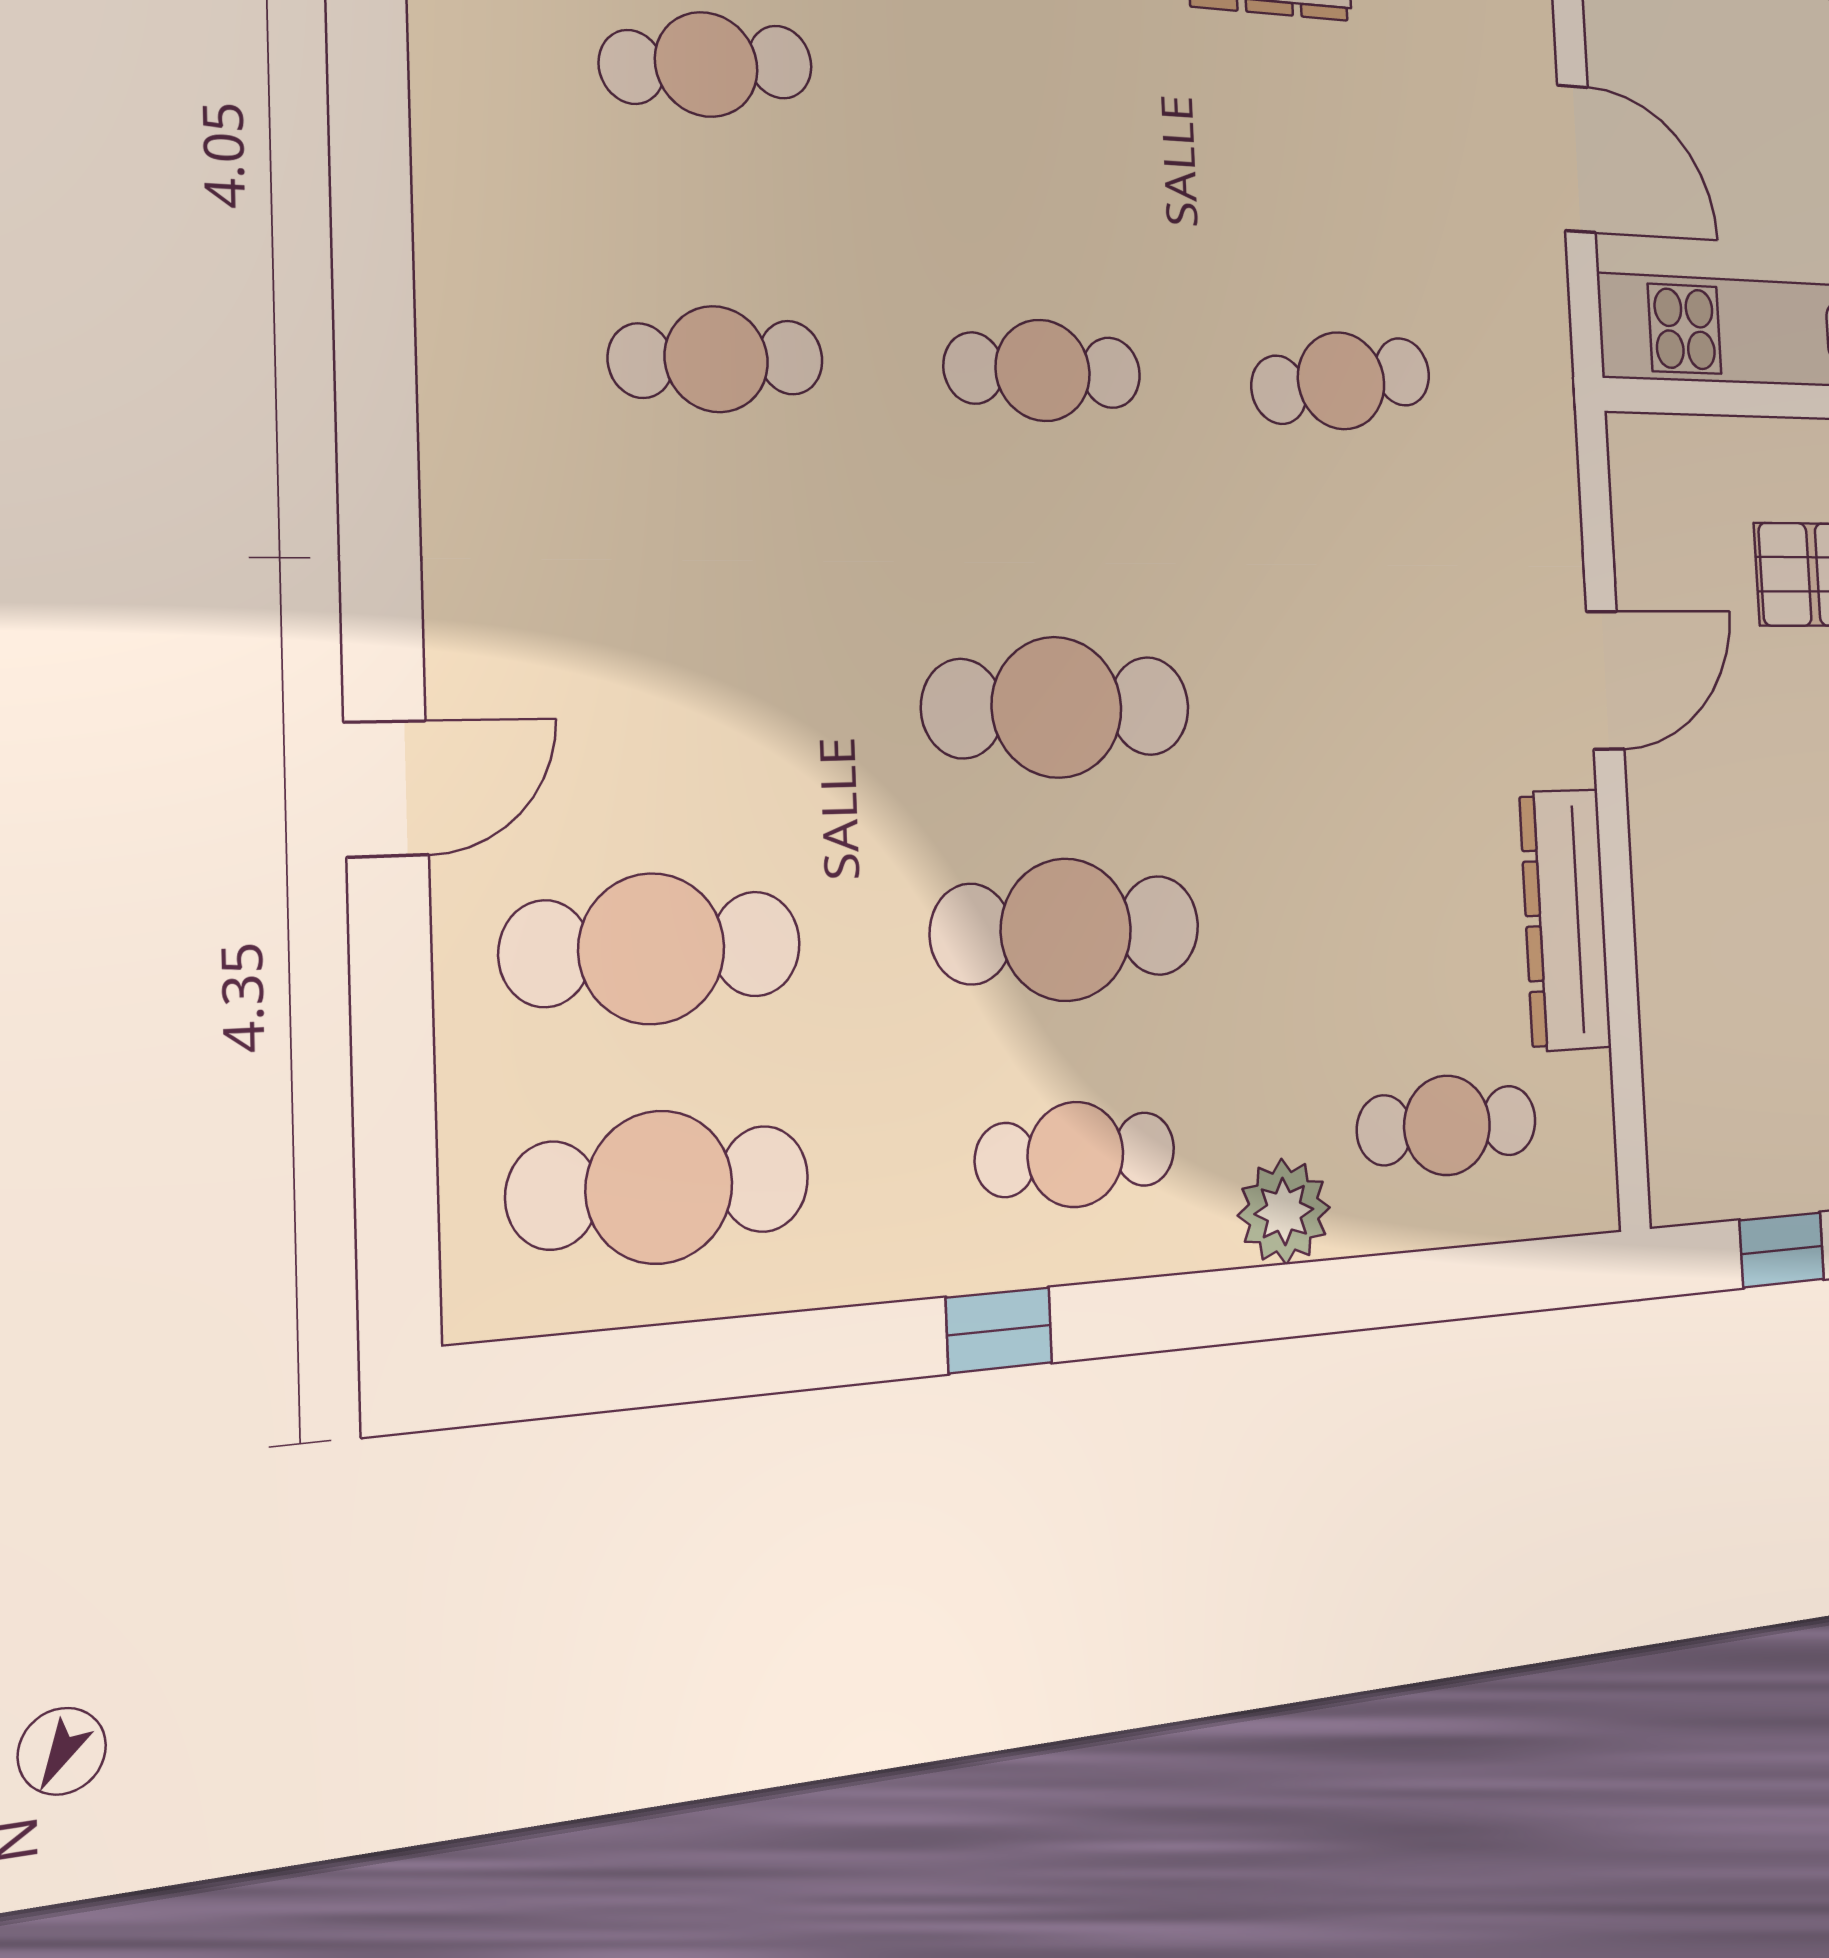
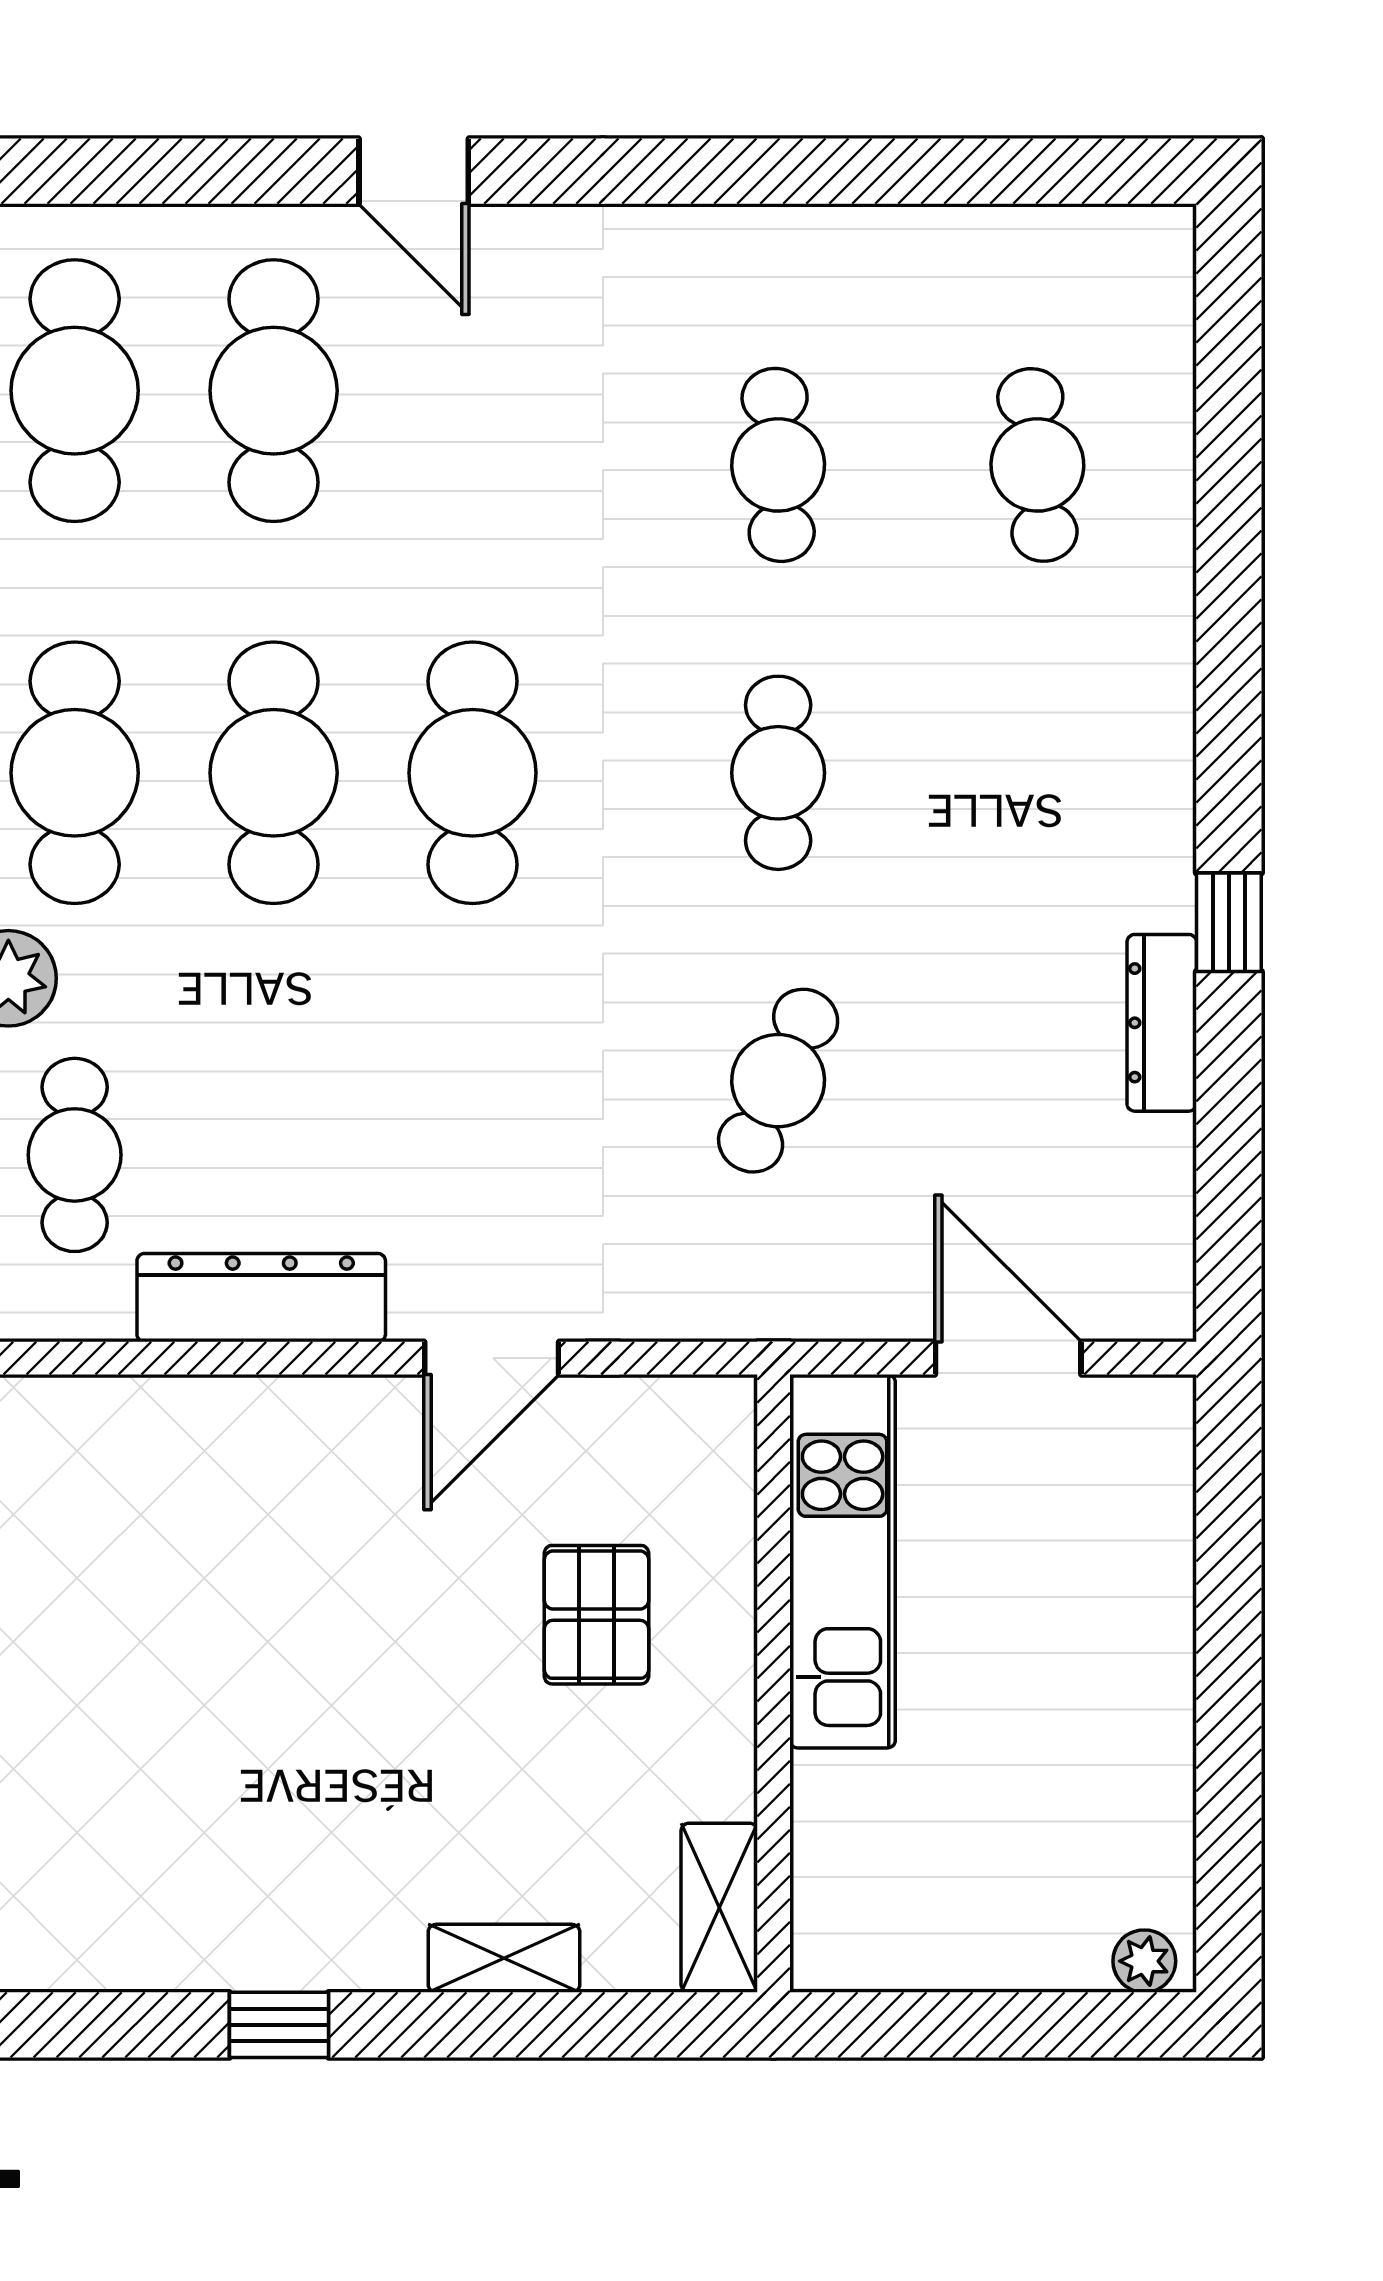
door: (1576, 159) -> (1008, 1358), swing flipped
cafe table: (1341, 381) -> (778, 1081), turned 33
door: (1605, 680) -> (492, 1358), hinge flipped
cafe table: (1076, 1155) -> (75, 773), width x1.37, depth x1.35

